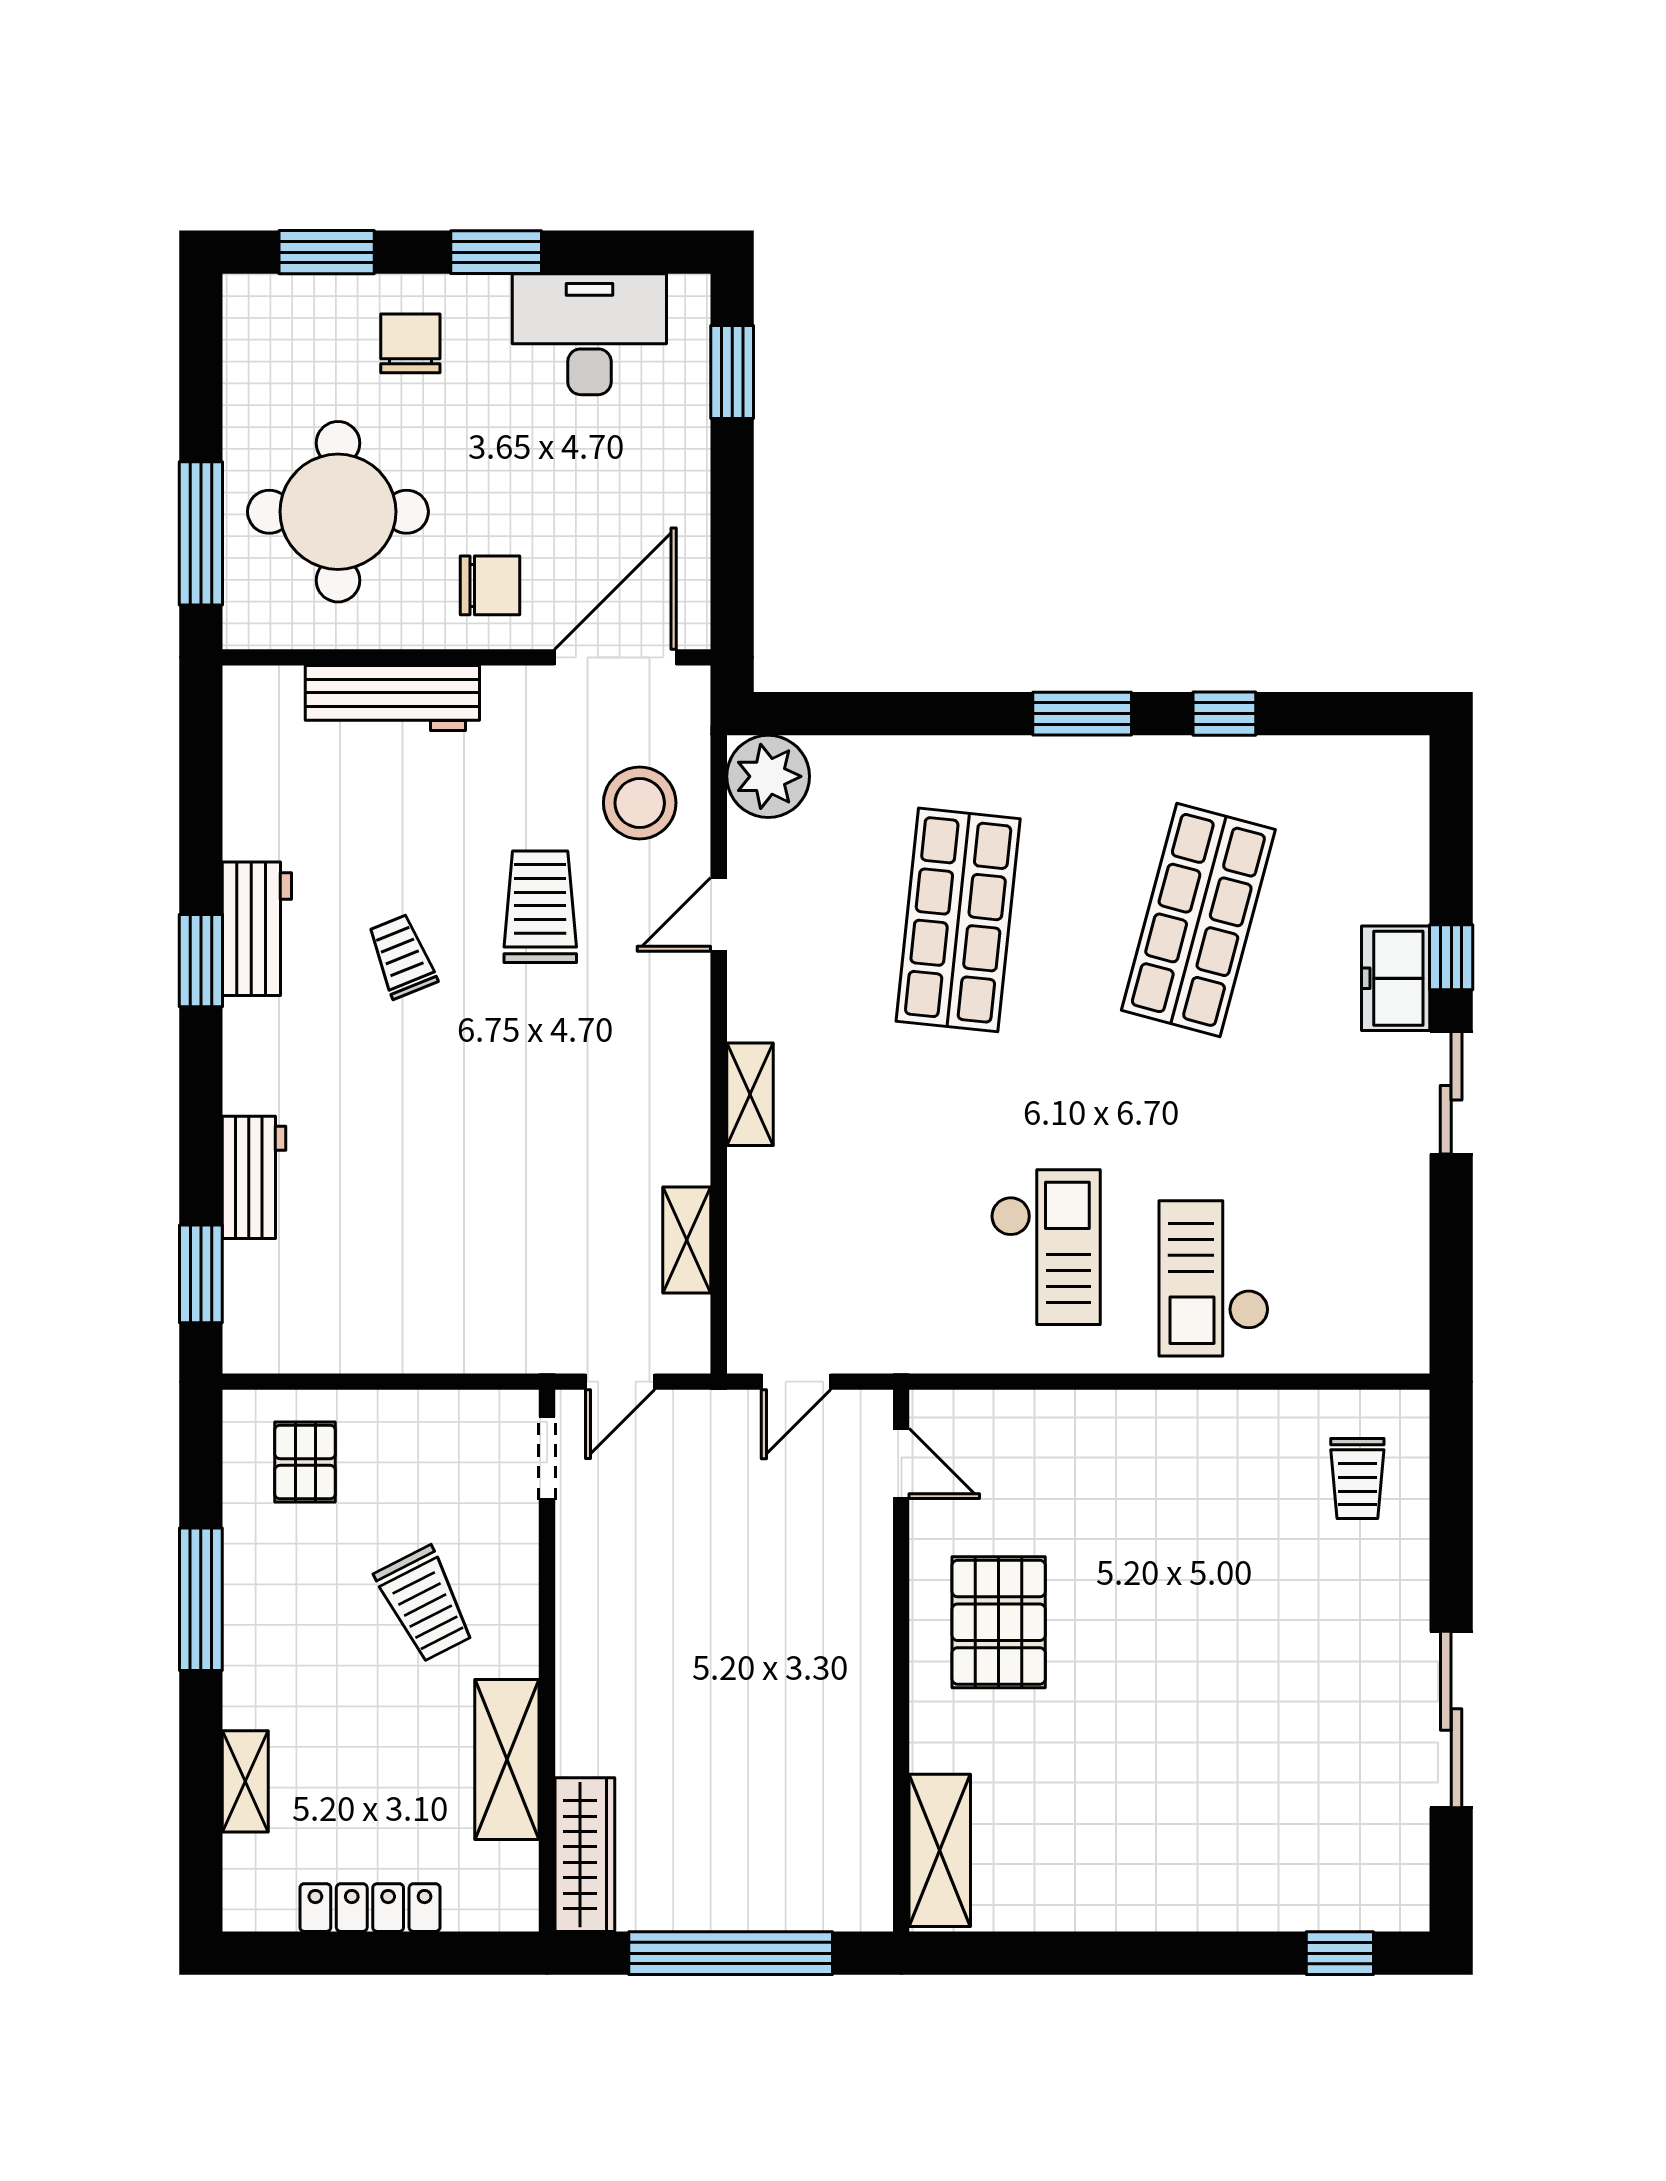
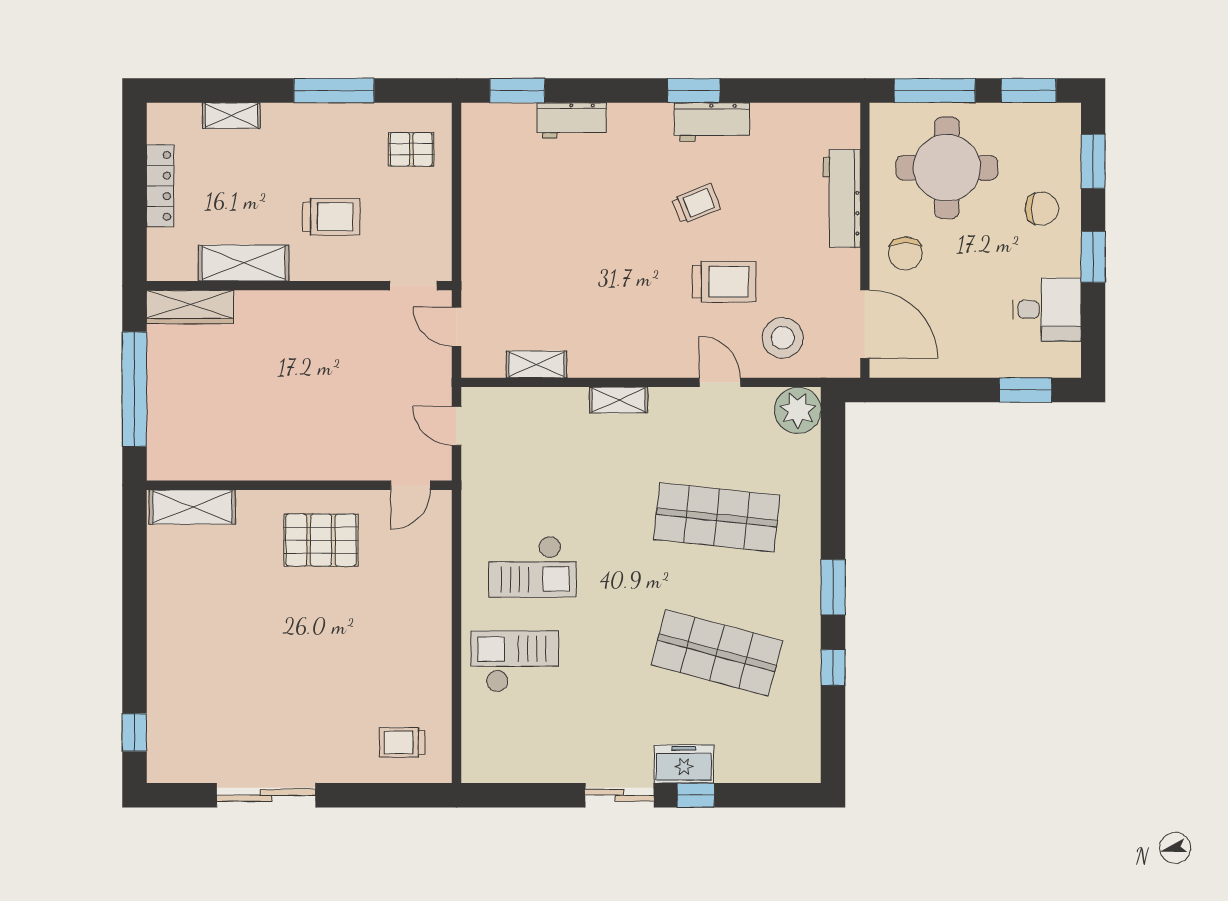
desk: (589, 334) -> (1047, 310), width x0.73
window: (201, 367) -> (1029, 91), added
trolley: (425, 1604) -> (331, 217), turned -153

